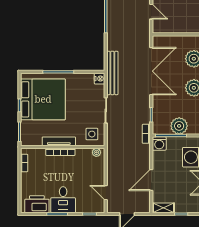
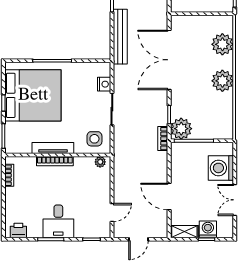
double door: (151, 71) -> (169, 60), swing flipped
bench: (112, 73) -> (120, 37), moved
nightstand: (100, 79) -> (104, 84), moved
plant: (179, 126) -> (181, 129), moved
washing machine: (159, 143) -> (208, 229), moved, turned 180
door: (151, 180) -> (169, 197), hinge flipped
door: (106, 193) -> (112, 213), swing flipped
printer: (37, 204) -> (18, 231), width x0.53, depth x0.68

